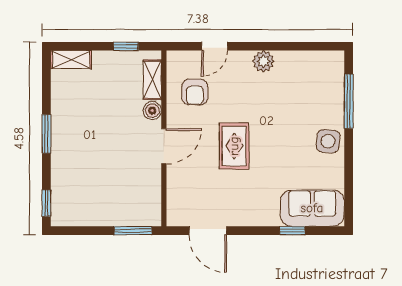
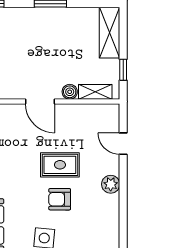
shelving: (71, 60) -> (110, 33), width x1.50, depth x1.33
armchair: (195, 92) -> (60, 199), moved
rug: (234, 146) -> (60, 165), moved

